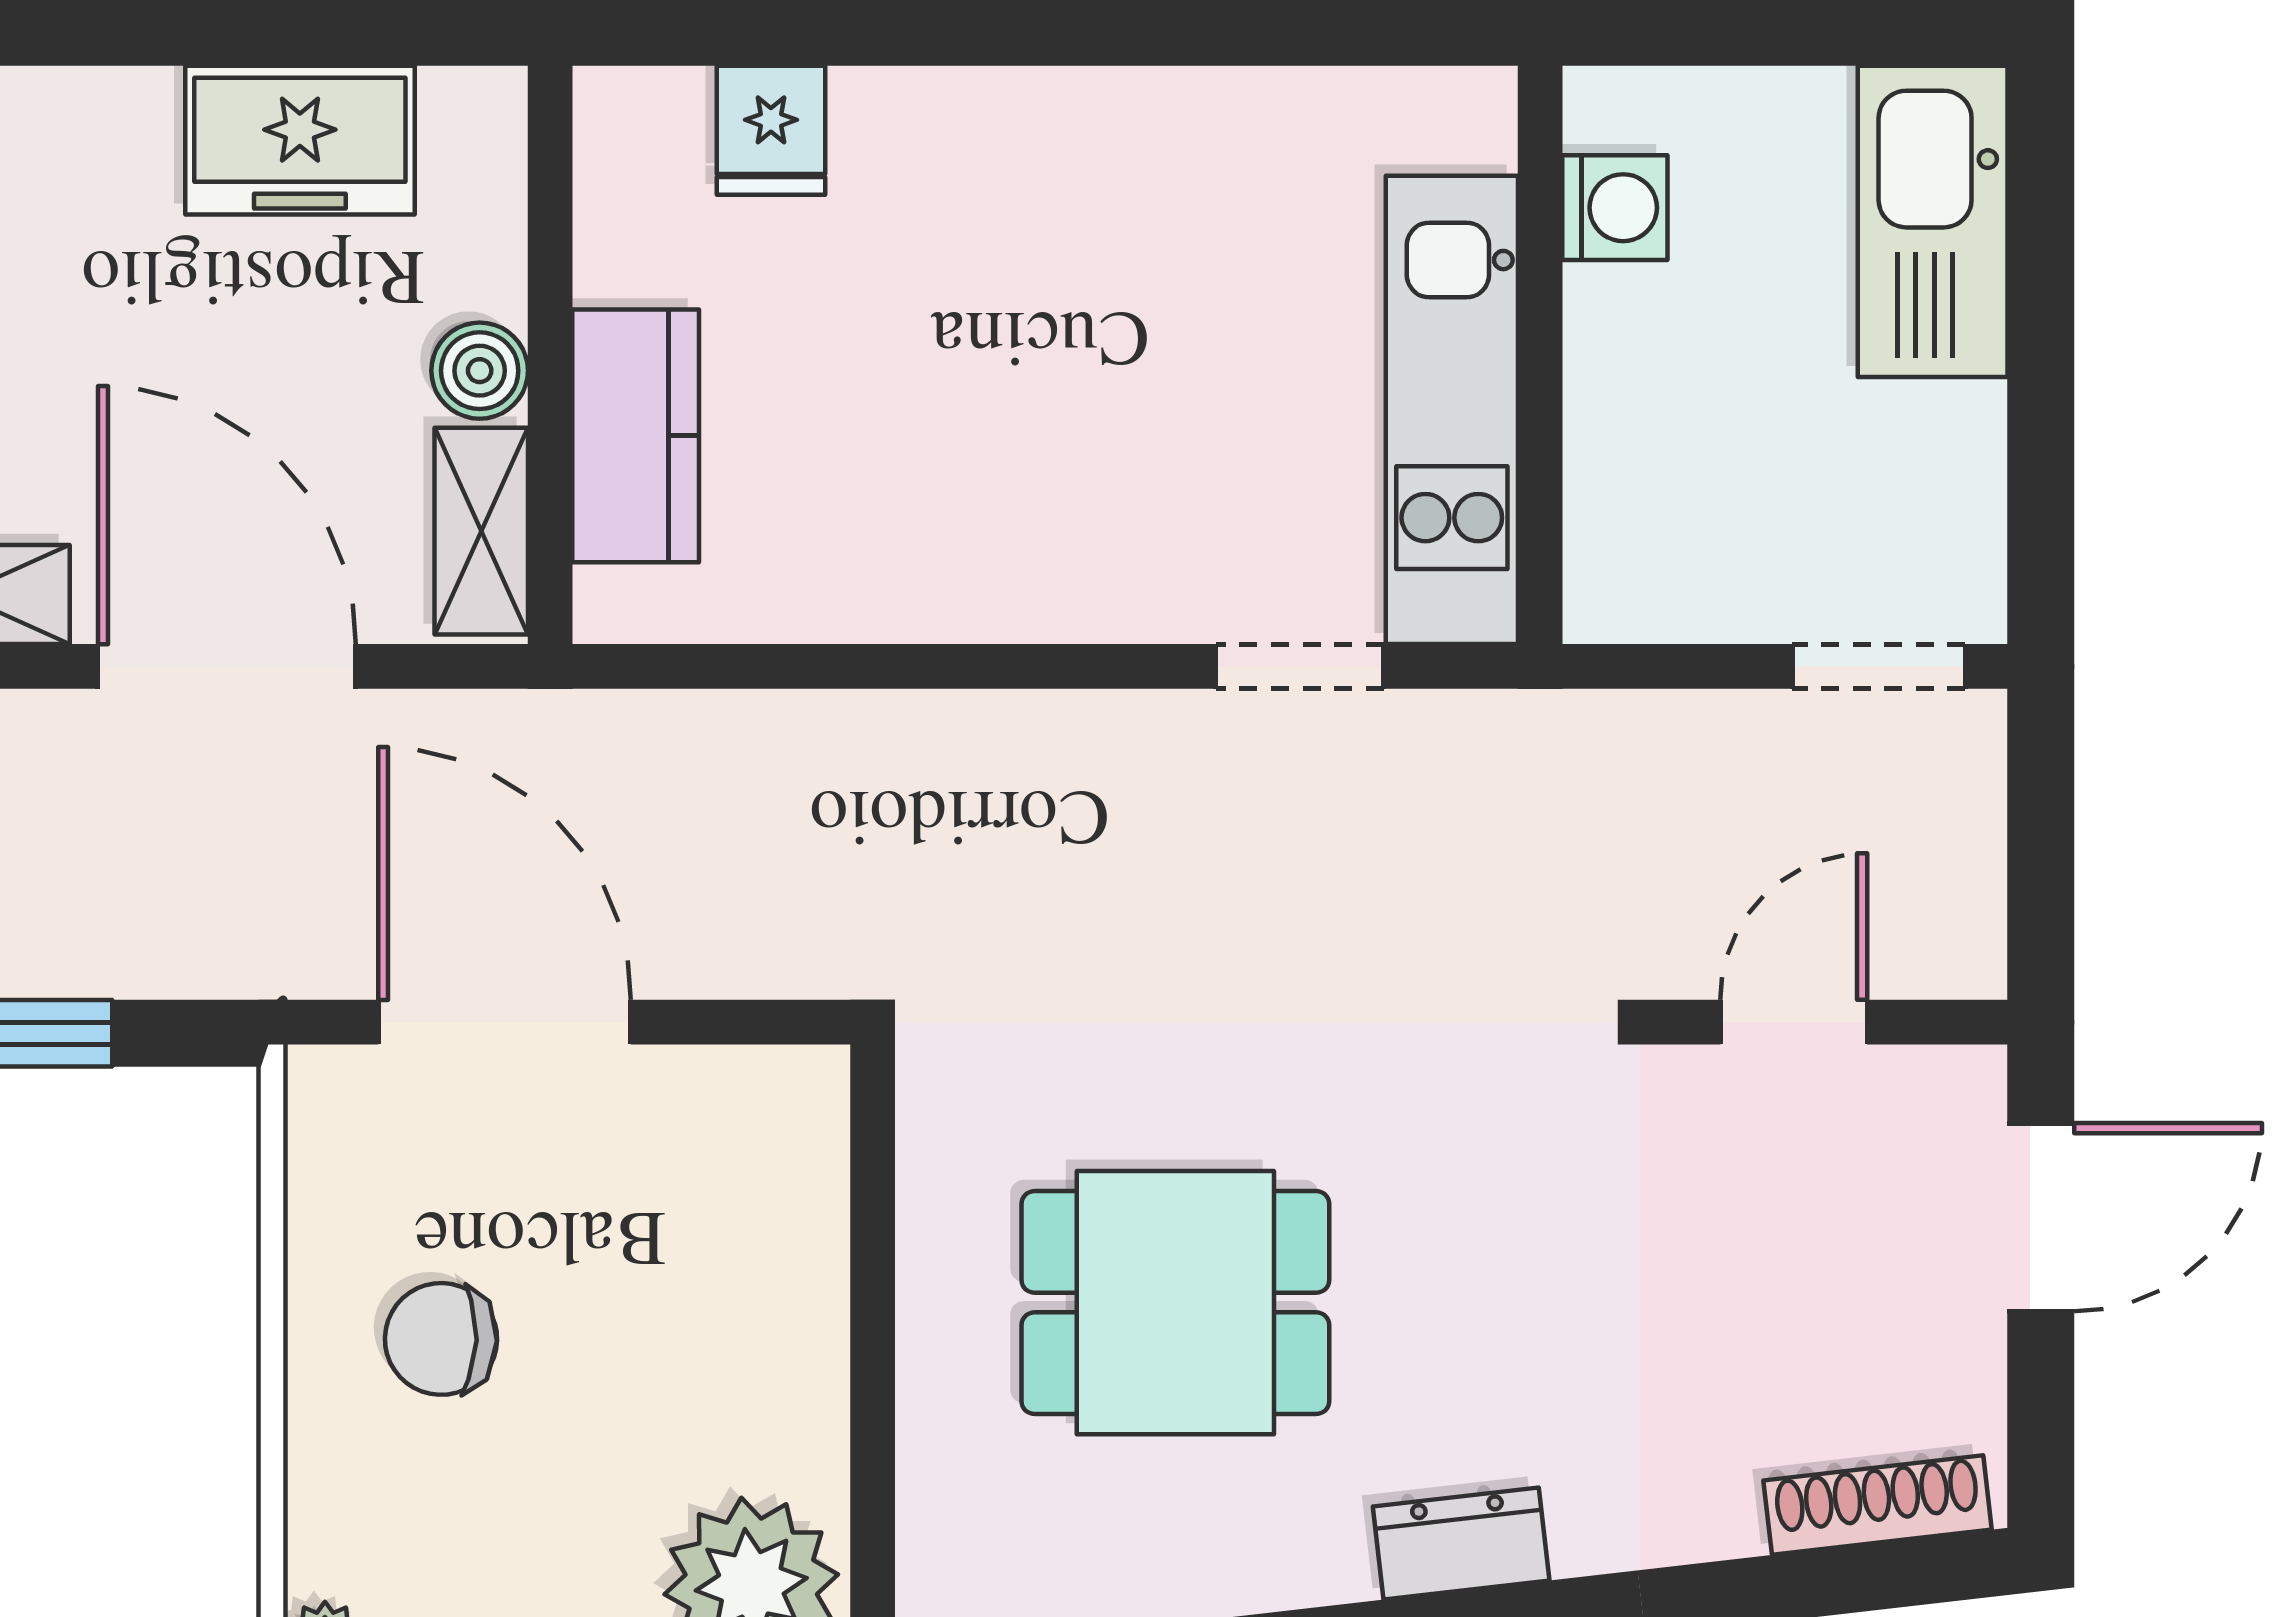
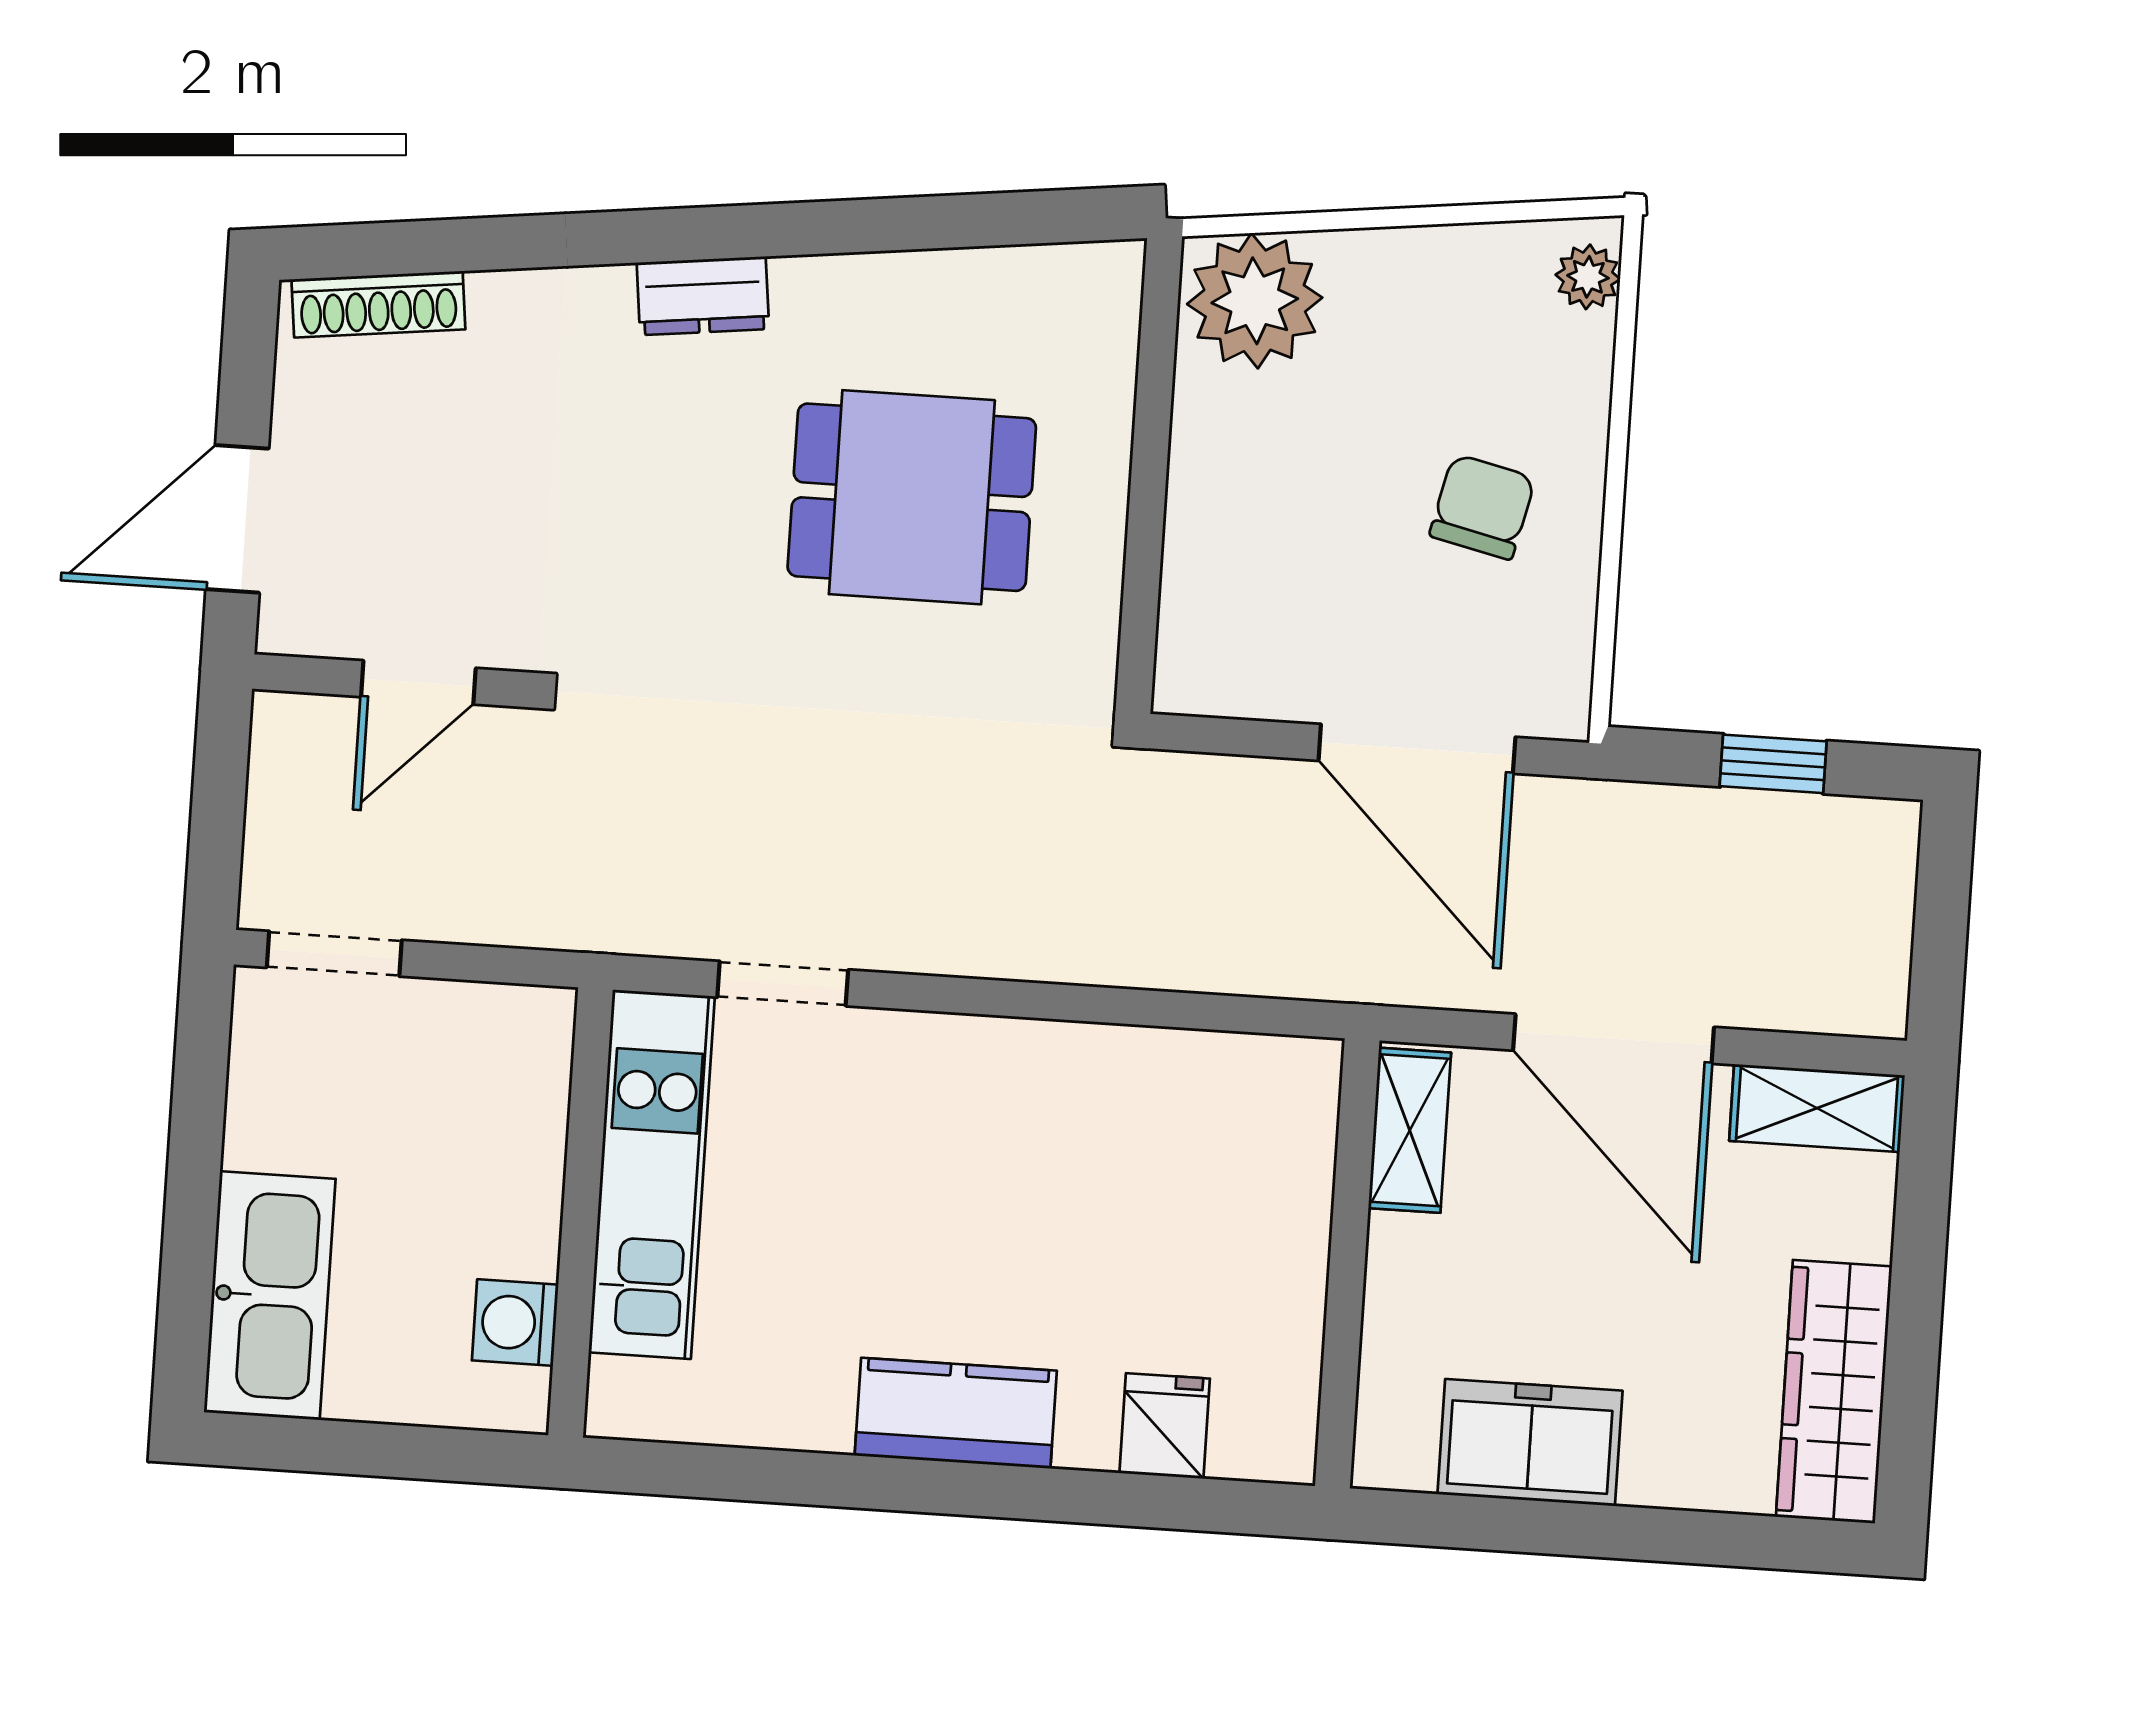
boiler: (480, 371) -> (1403, 1255), removed
kitchen counter: (636, 436) -> (956, 1413), moved, turned 90
chair: (441, 1339) -> (1482, 507), turned -79

